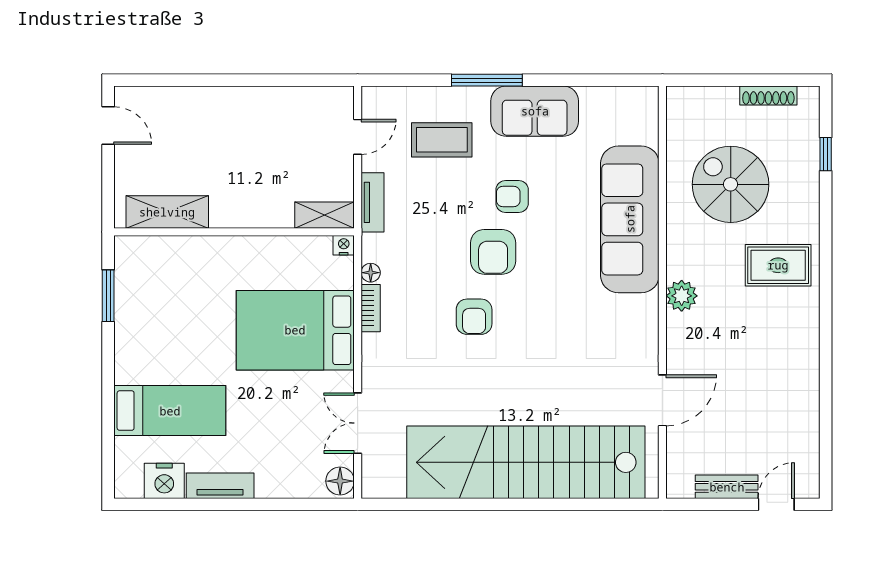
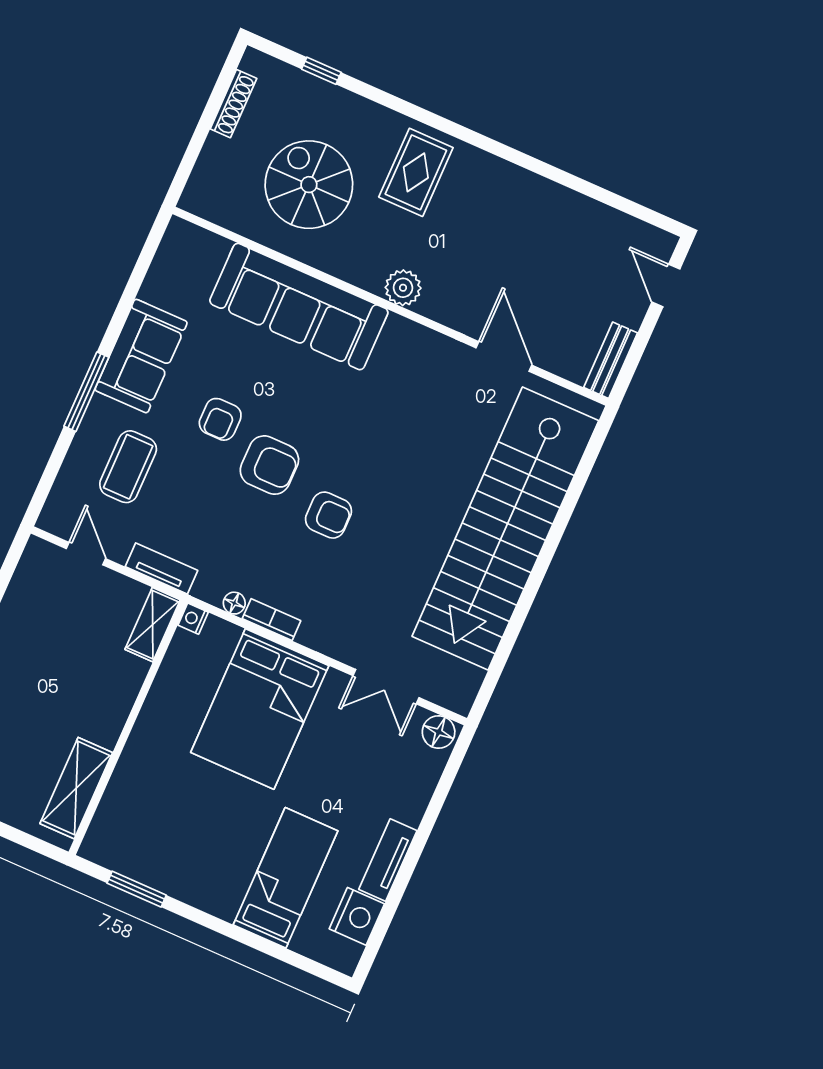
spiral stairs: (731, 184) -> (309, 185), turned 90
bench: (727, 487) -> (611, 360), moved

